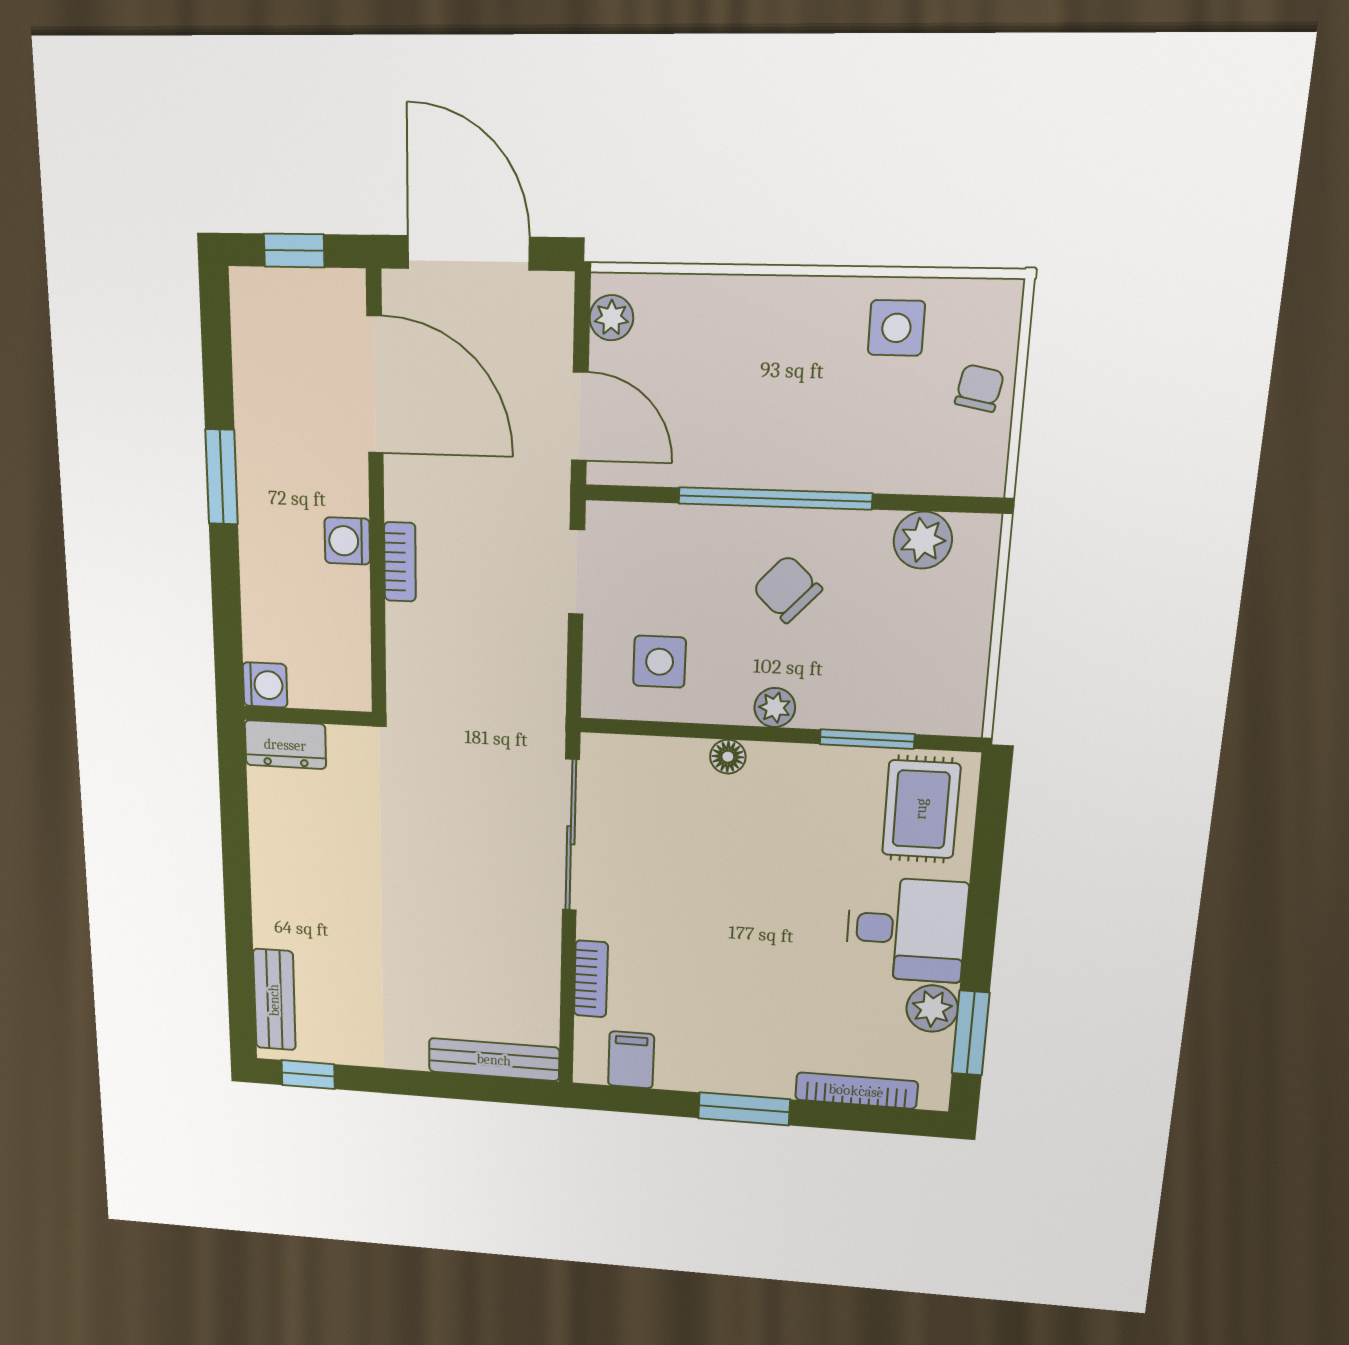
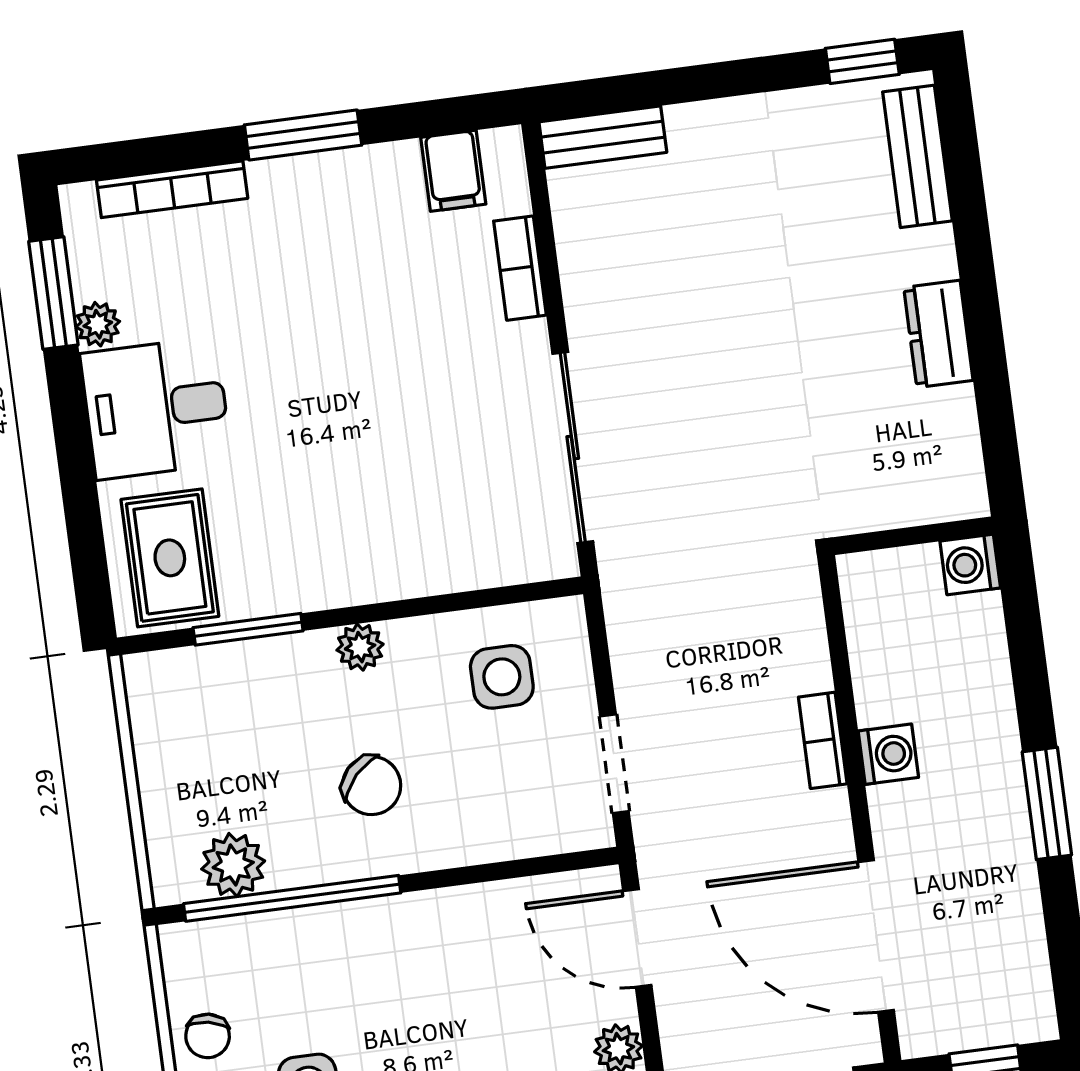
window: (775, 498) -> (292, 898), moved
dresser: (285, 745) -> (938, 334), moved, turned -90
floor lamp: (728, 757) -> (403, 579), removed
plant: (932, 1009) -> (98, 324), width x0.73, depth x0.73
bench: (494, 1060) -> (603, 137), width x0.73

